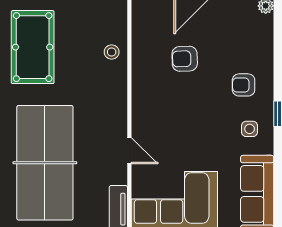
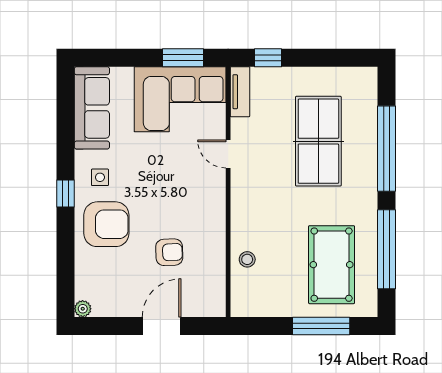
armchair: (244, 85) -> (106, 224), width x1.88, depth x1.88
table tennis table: (45, 163) -> (318, 141), width x0.73, depth x0.76

